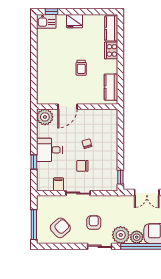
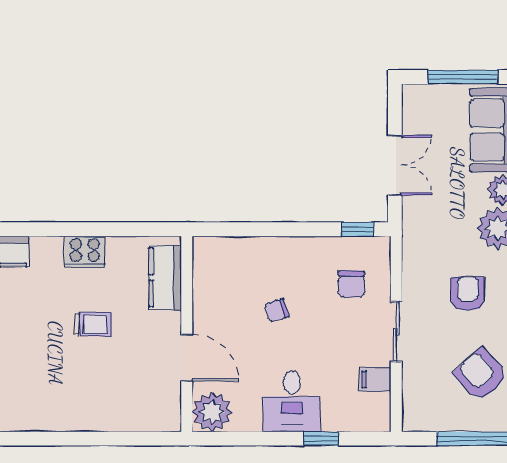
cooker: (111, 50) -> (85, 252), moved
kitchen counter: (111, 87) -> (165, 277), moved, turned 90
chair: (82, 166) -> (351, 284), moved
armchair: (94, 223) -> (468, 294), turned 90

